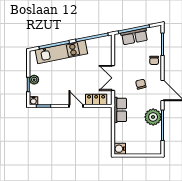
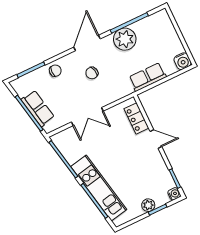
double door: (113, 78) -> (87, 117), moved
door: (76, 106) -> (156, 139), swing flipped
row of seats: (120, 110) -> (148, 77), moved

